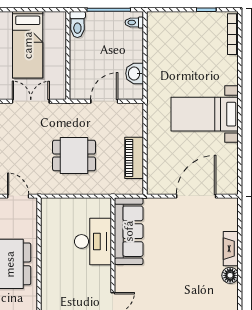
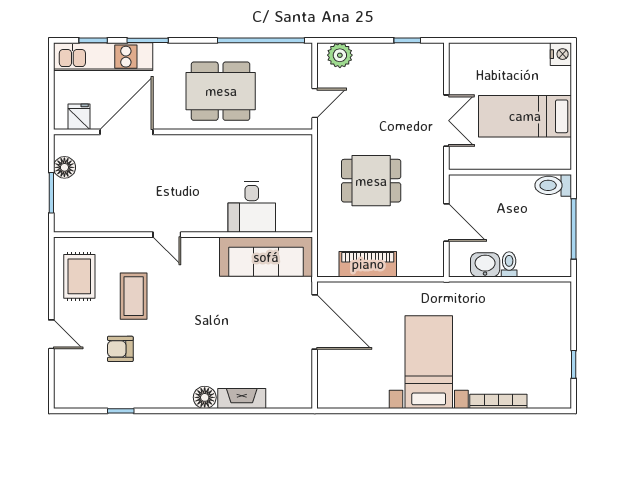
toilet: (134, 22) -> (509, 264), moved
bookcase: (233, 34) -> (498, 401), moved
dining table: (74, 156) -> (371, 181), turned 90
door: (196, 196) -> (315, 322), moved
desk: (93, 241) -> (252, 207), width x0.73

